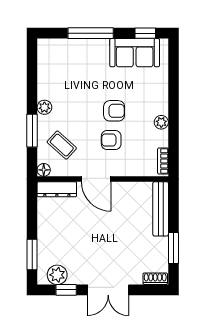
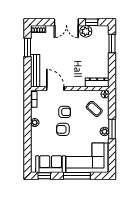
corner sofa: (74, 63) -> (87, 158), added
window: (32, 131) -> (112, 129), moved
door: (96, 179) -> (55, 89), moved
plant: (57, 275) -> (86, 31), moved
double door: (108, 290) -> (66, 22), swing flipped

